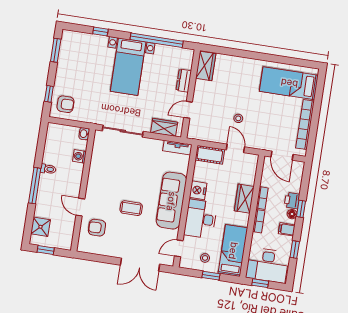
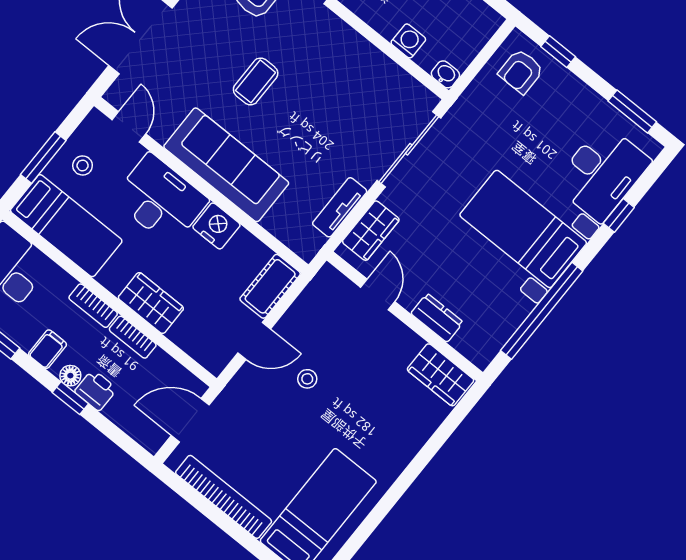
desk: (87, 48) -> (602, 173), added
tv unit: (177, 148) -> (340, 207), moved
window: (211, 276) -> (43, 157), width x1.50

